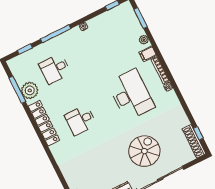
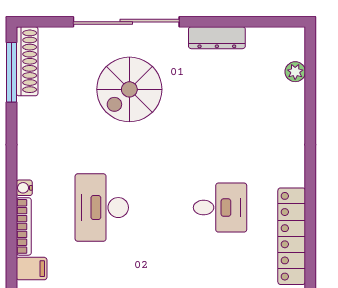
desk: (131, 95) -> (102, 208), width x0.73, depth x0.77
window: (198, 133) -> (12, 72), width x2.17

